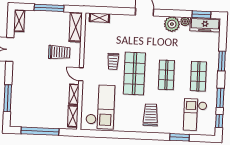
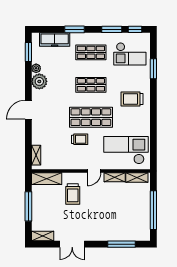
freezer: (205, 25) -> (55, 40), moved, turned 90
trolley: (59, 52) -> (73, 194), turned 180

